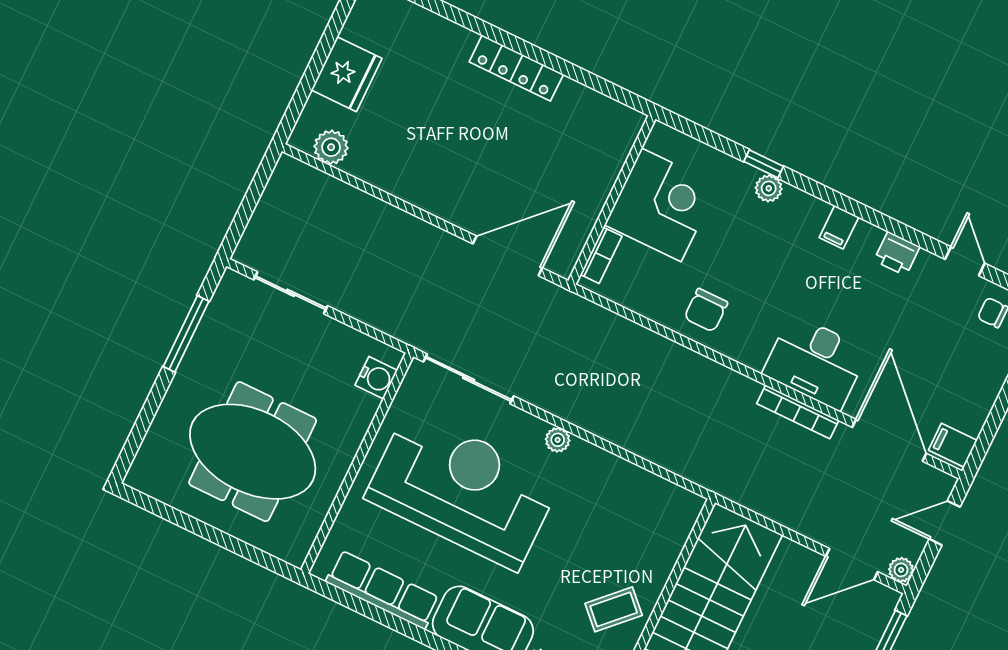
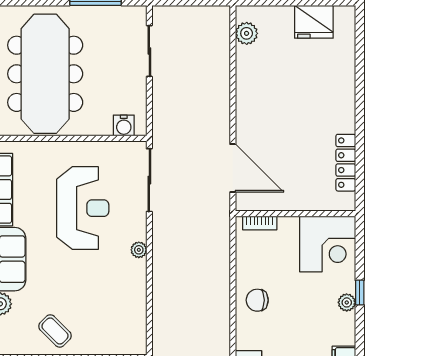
locker: (516, 68) -> (346, 163), moved
fridge: (347, 74) -> (314, 22), moved
corner desk: (661, 205) -> (328, 244), moved
meeting table: (253, 452) -> (45, 74), width x1.36
reception desk: (463, 489) -> (83, 208), width x0.74, depth x0.77

